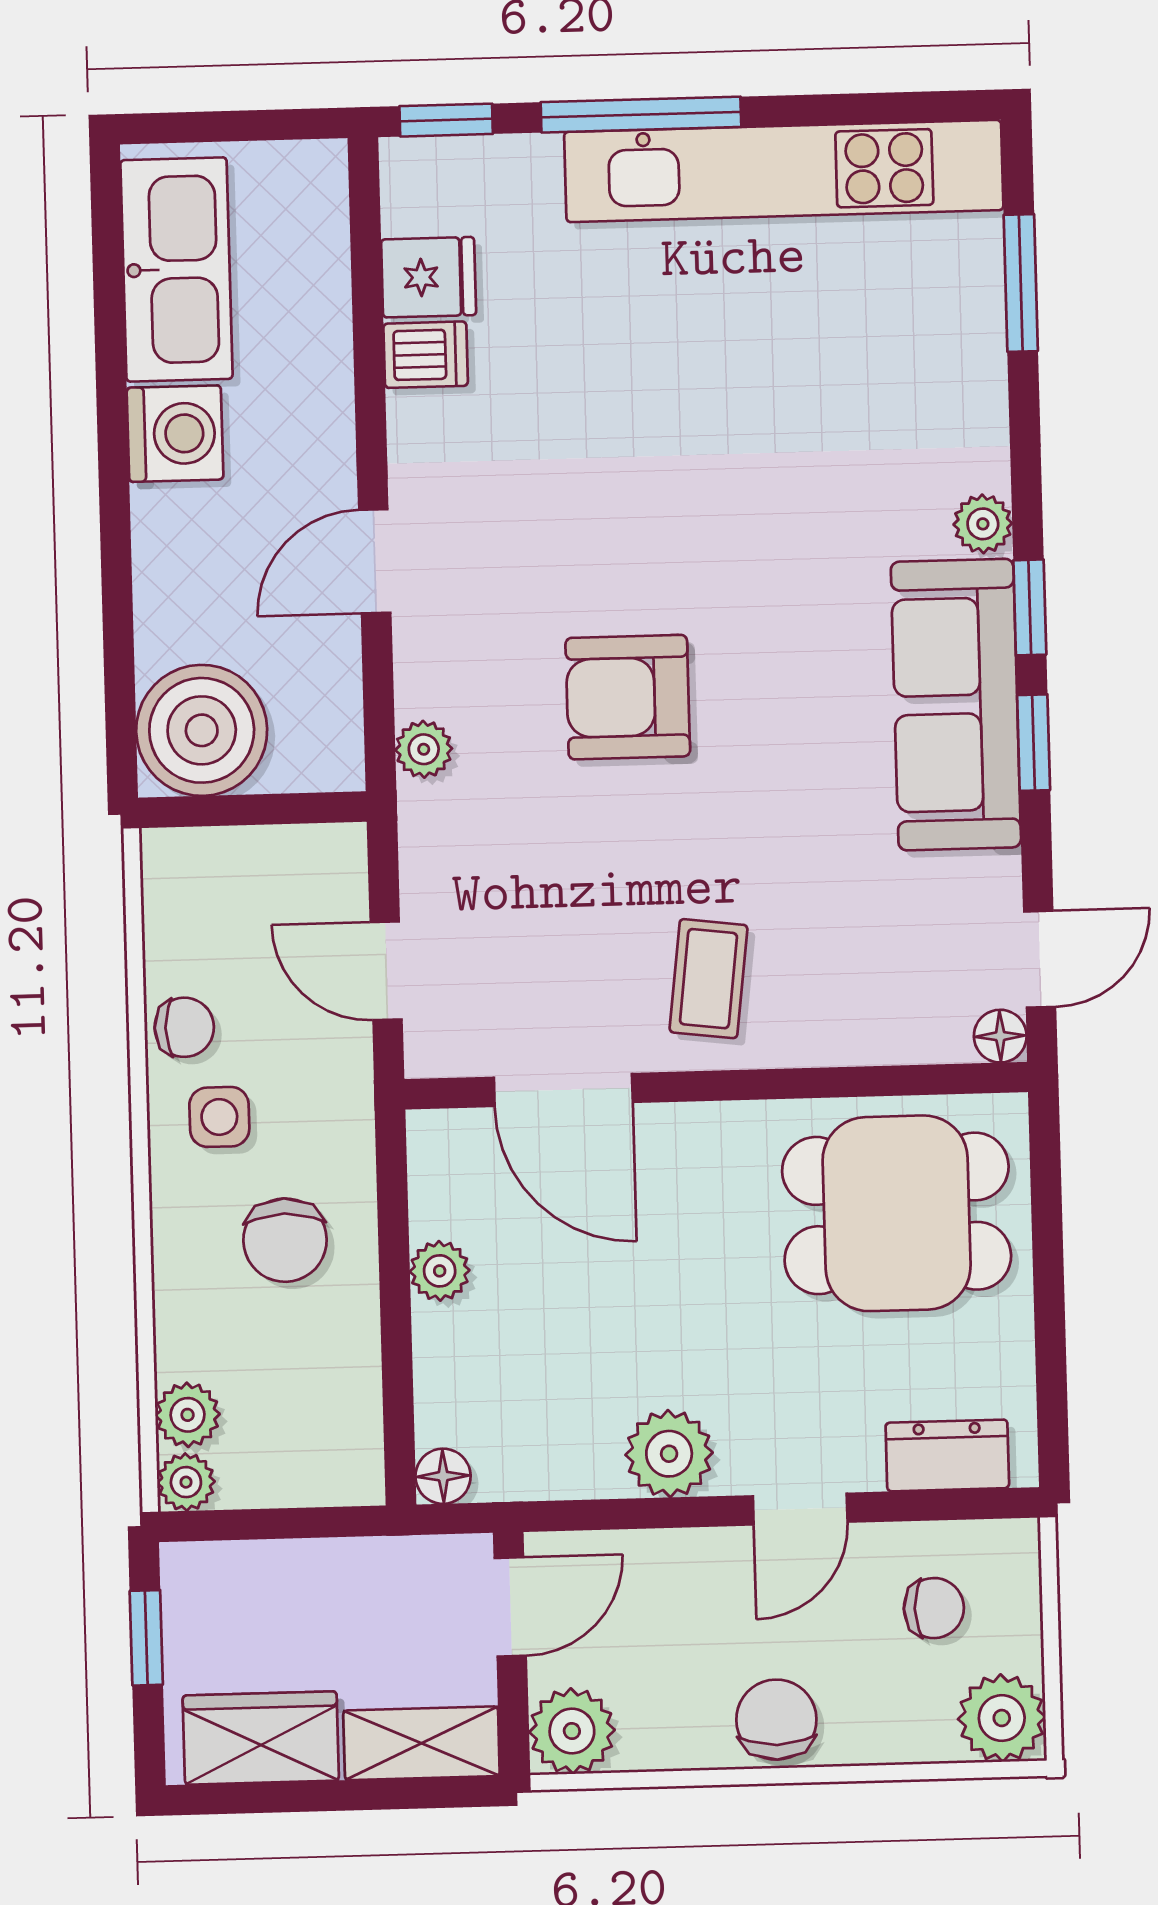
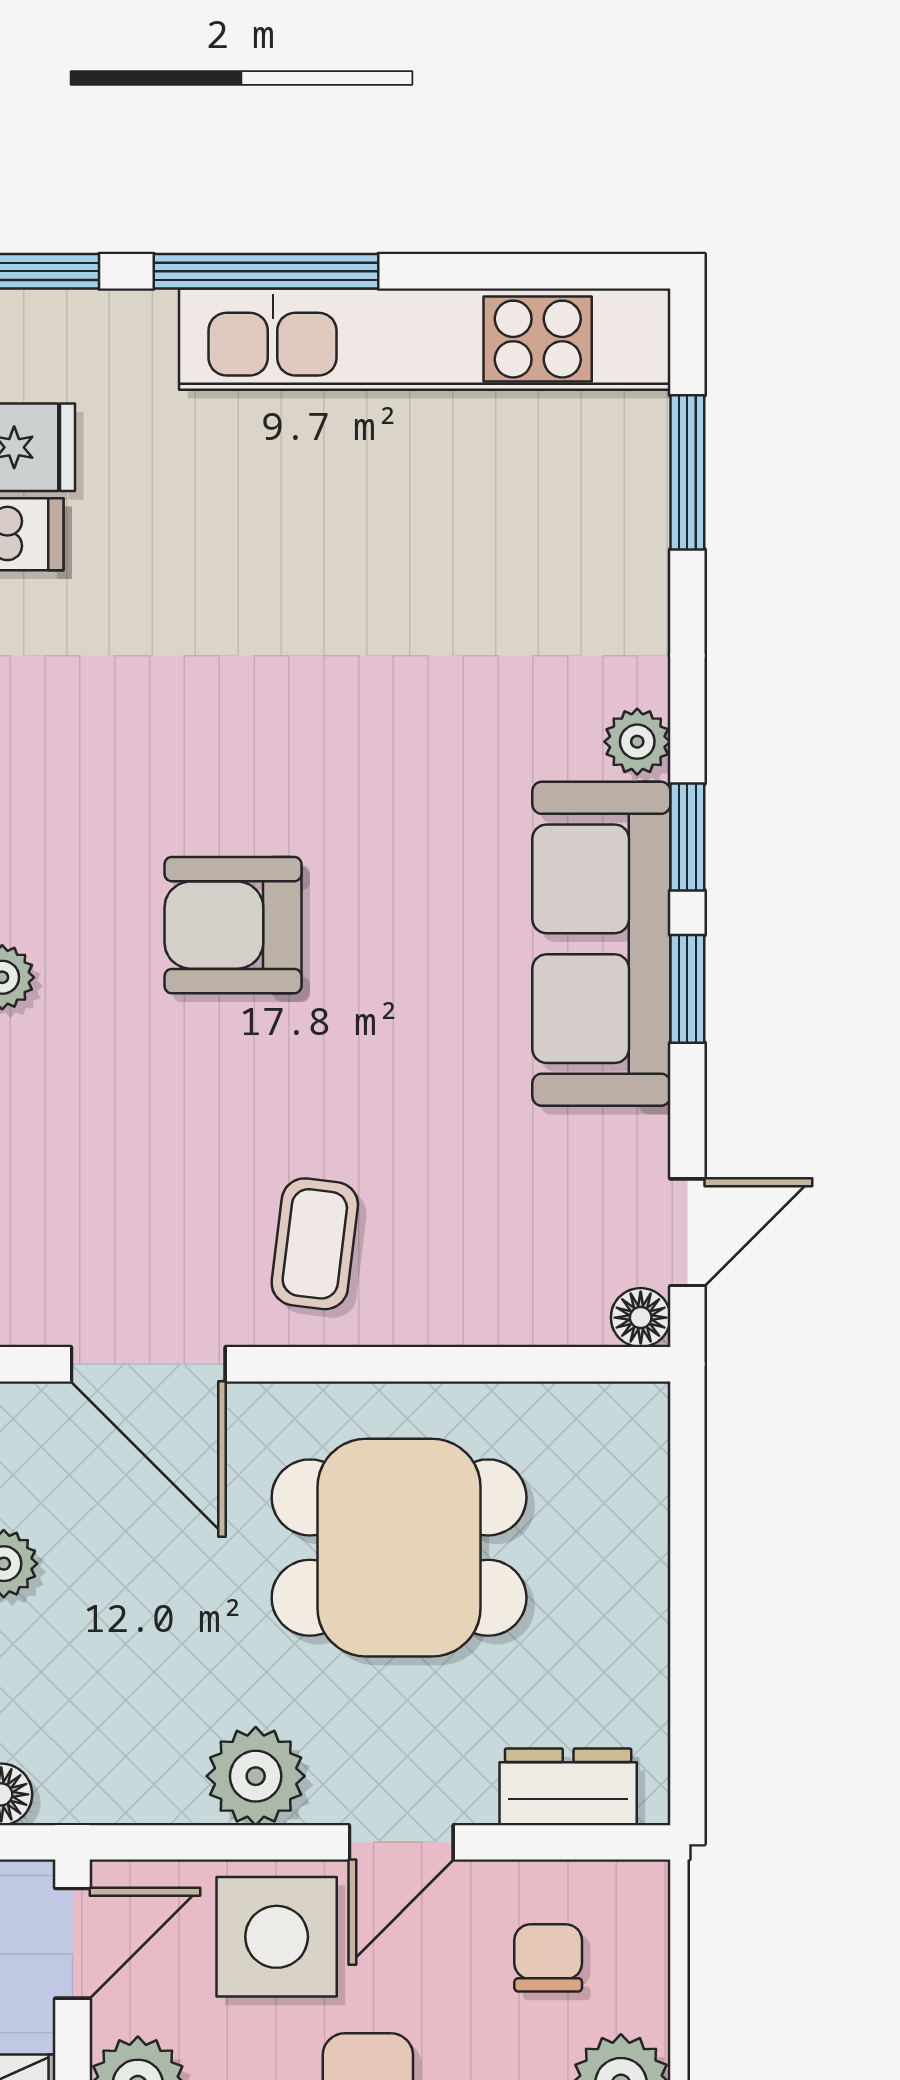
dining table: (897, 1213) -> (399, 1548), moved
side table: (692, 1596) -> (277, 1937), added
chair: (934, 1608) -> (548, 1958), turned -90

